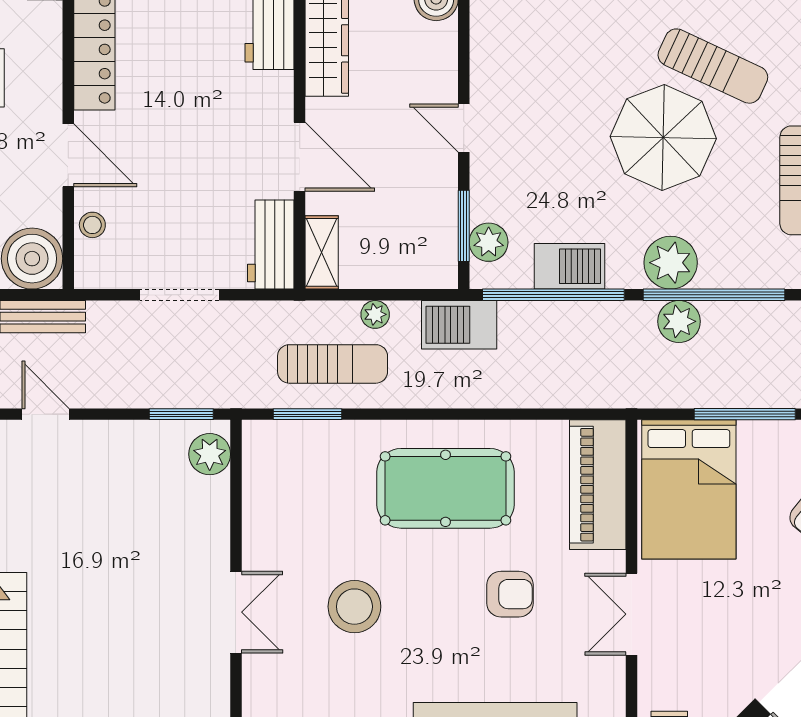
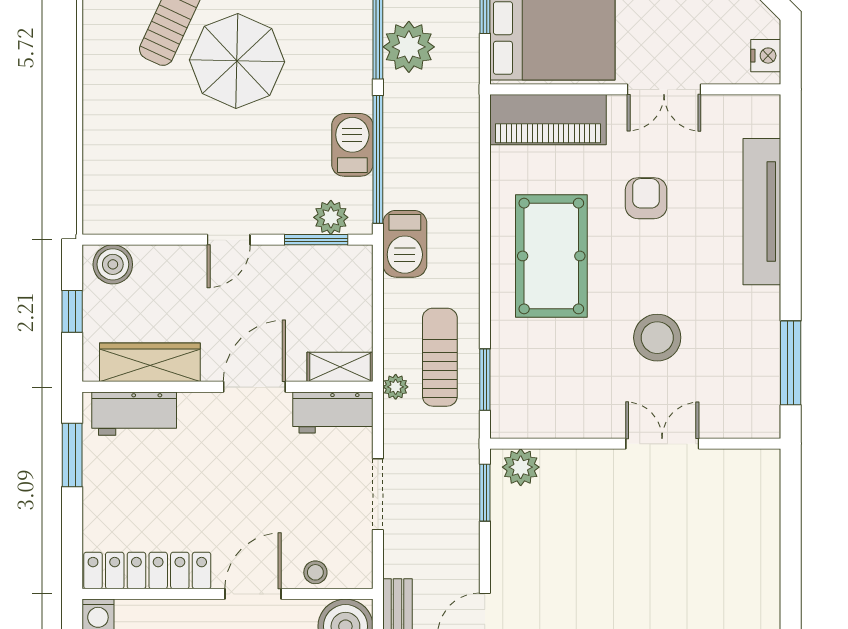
plant: (671, 263) -> (349, 54), removed
plant: (375, 314) -> (396, 387), moved
plant: (679, 321) -> (409, 47), width x1.36, depth x1.36

